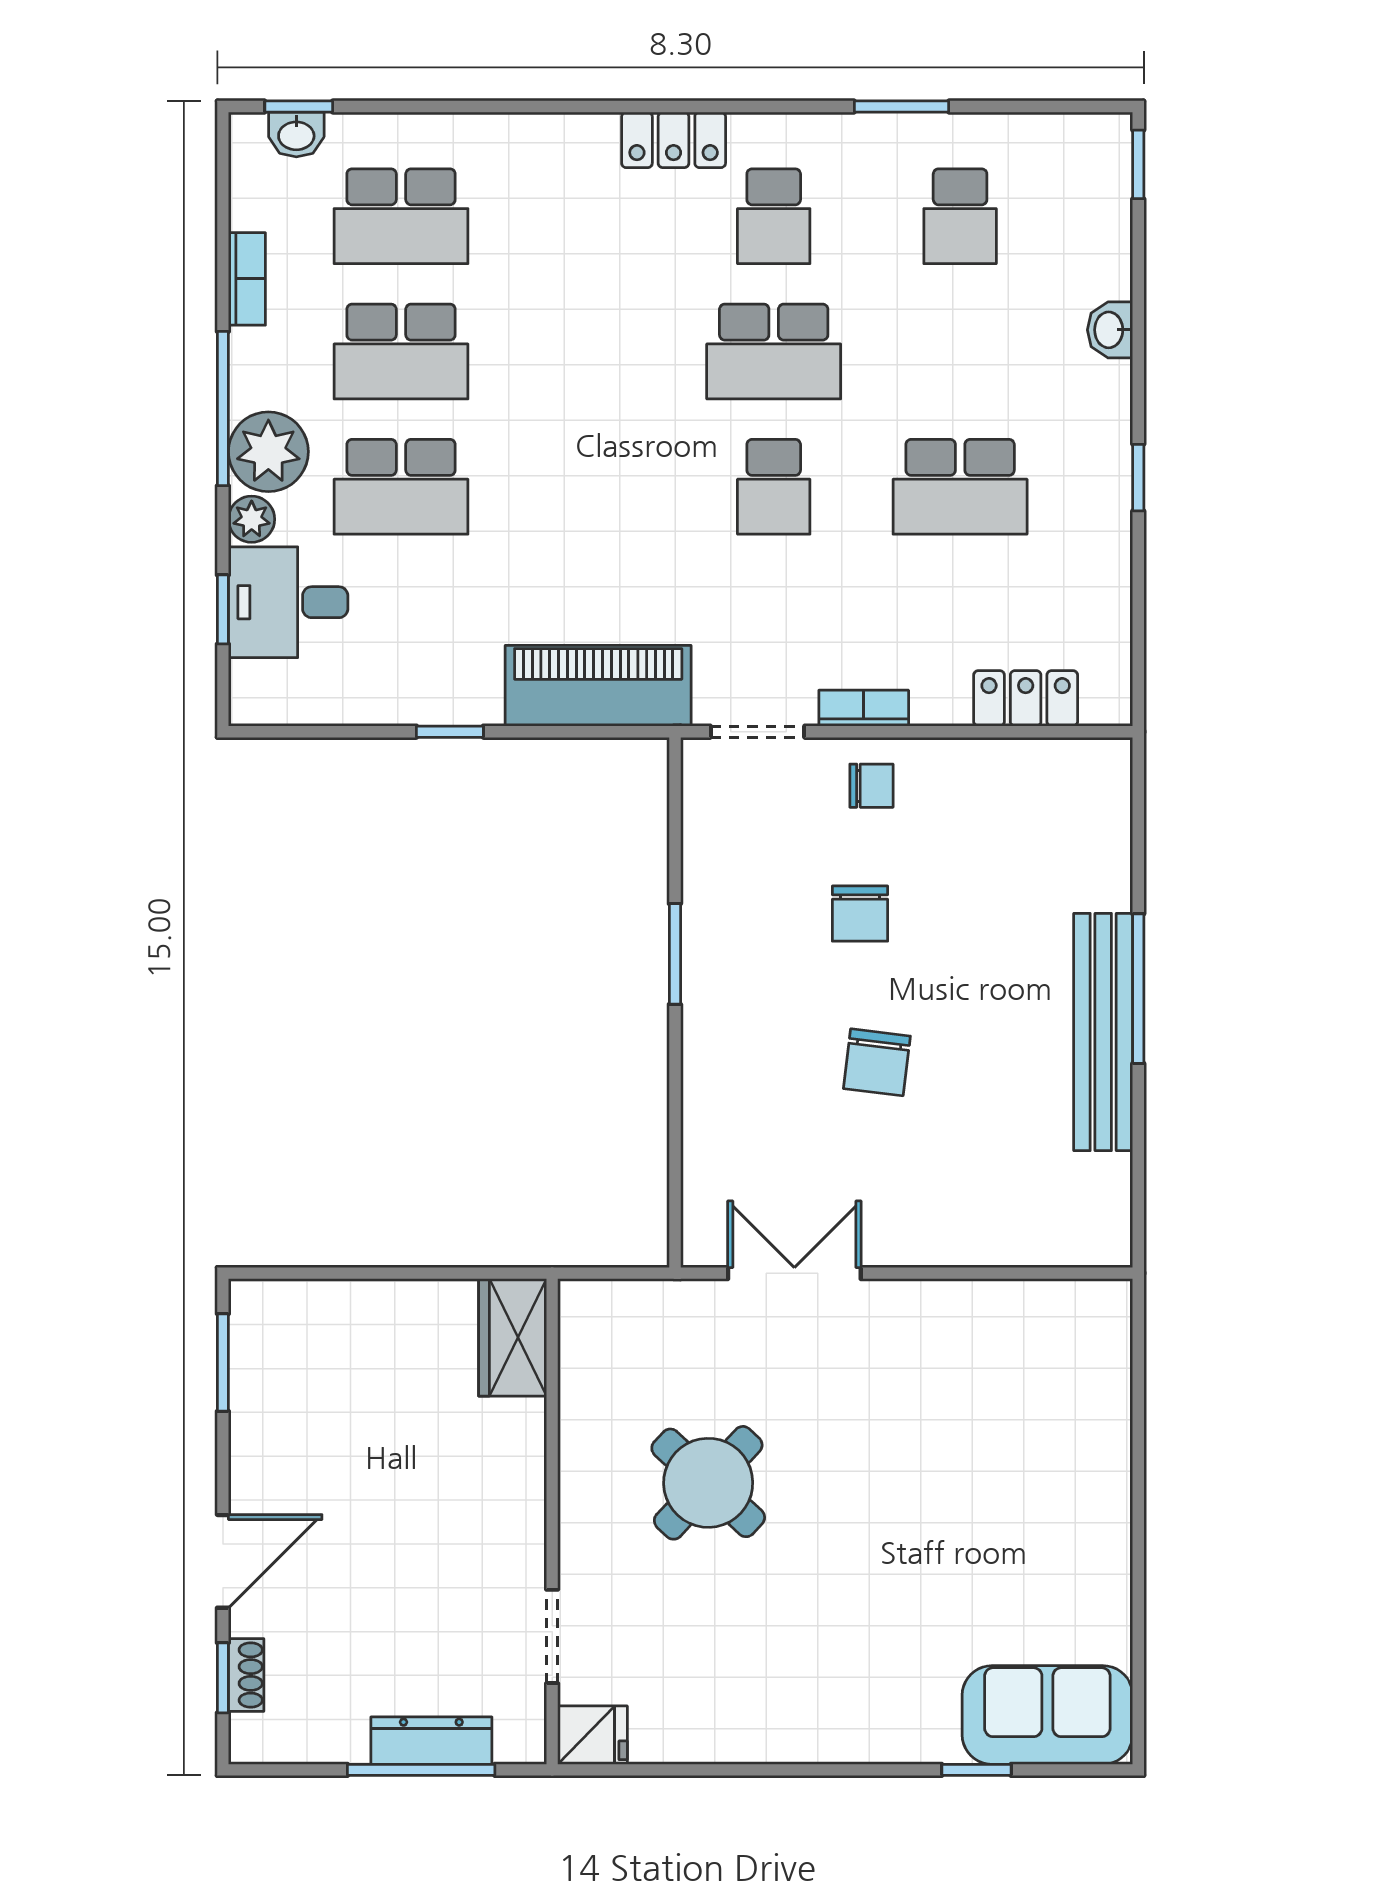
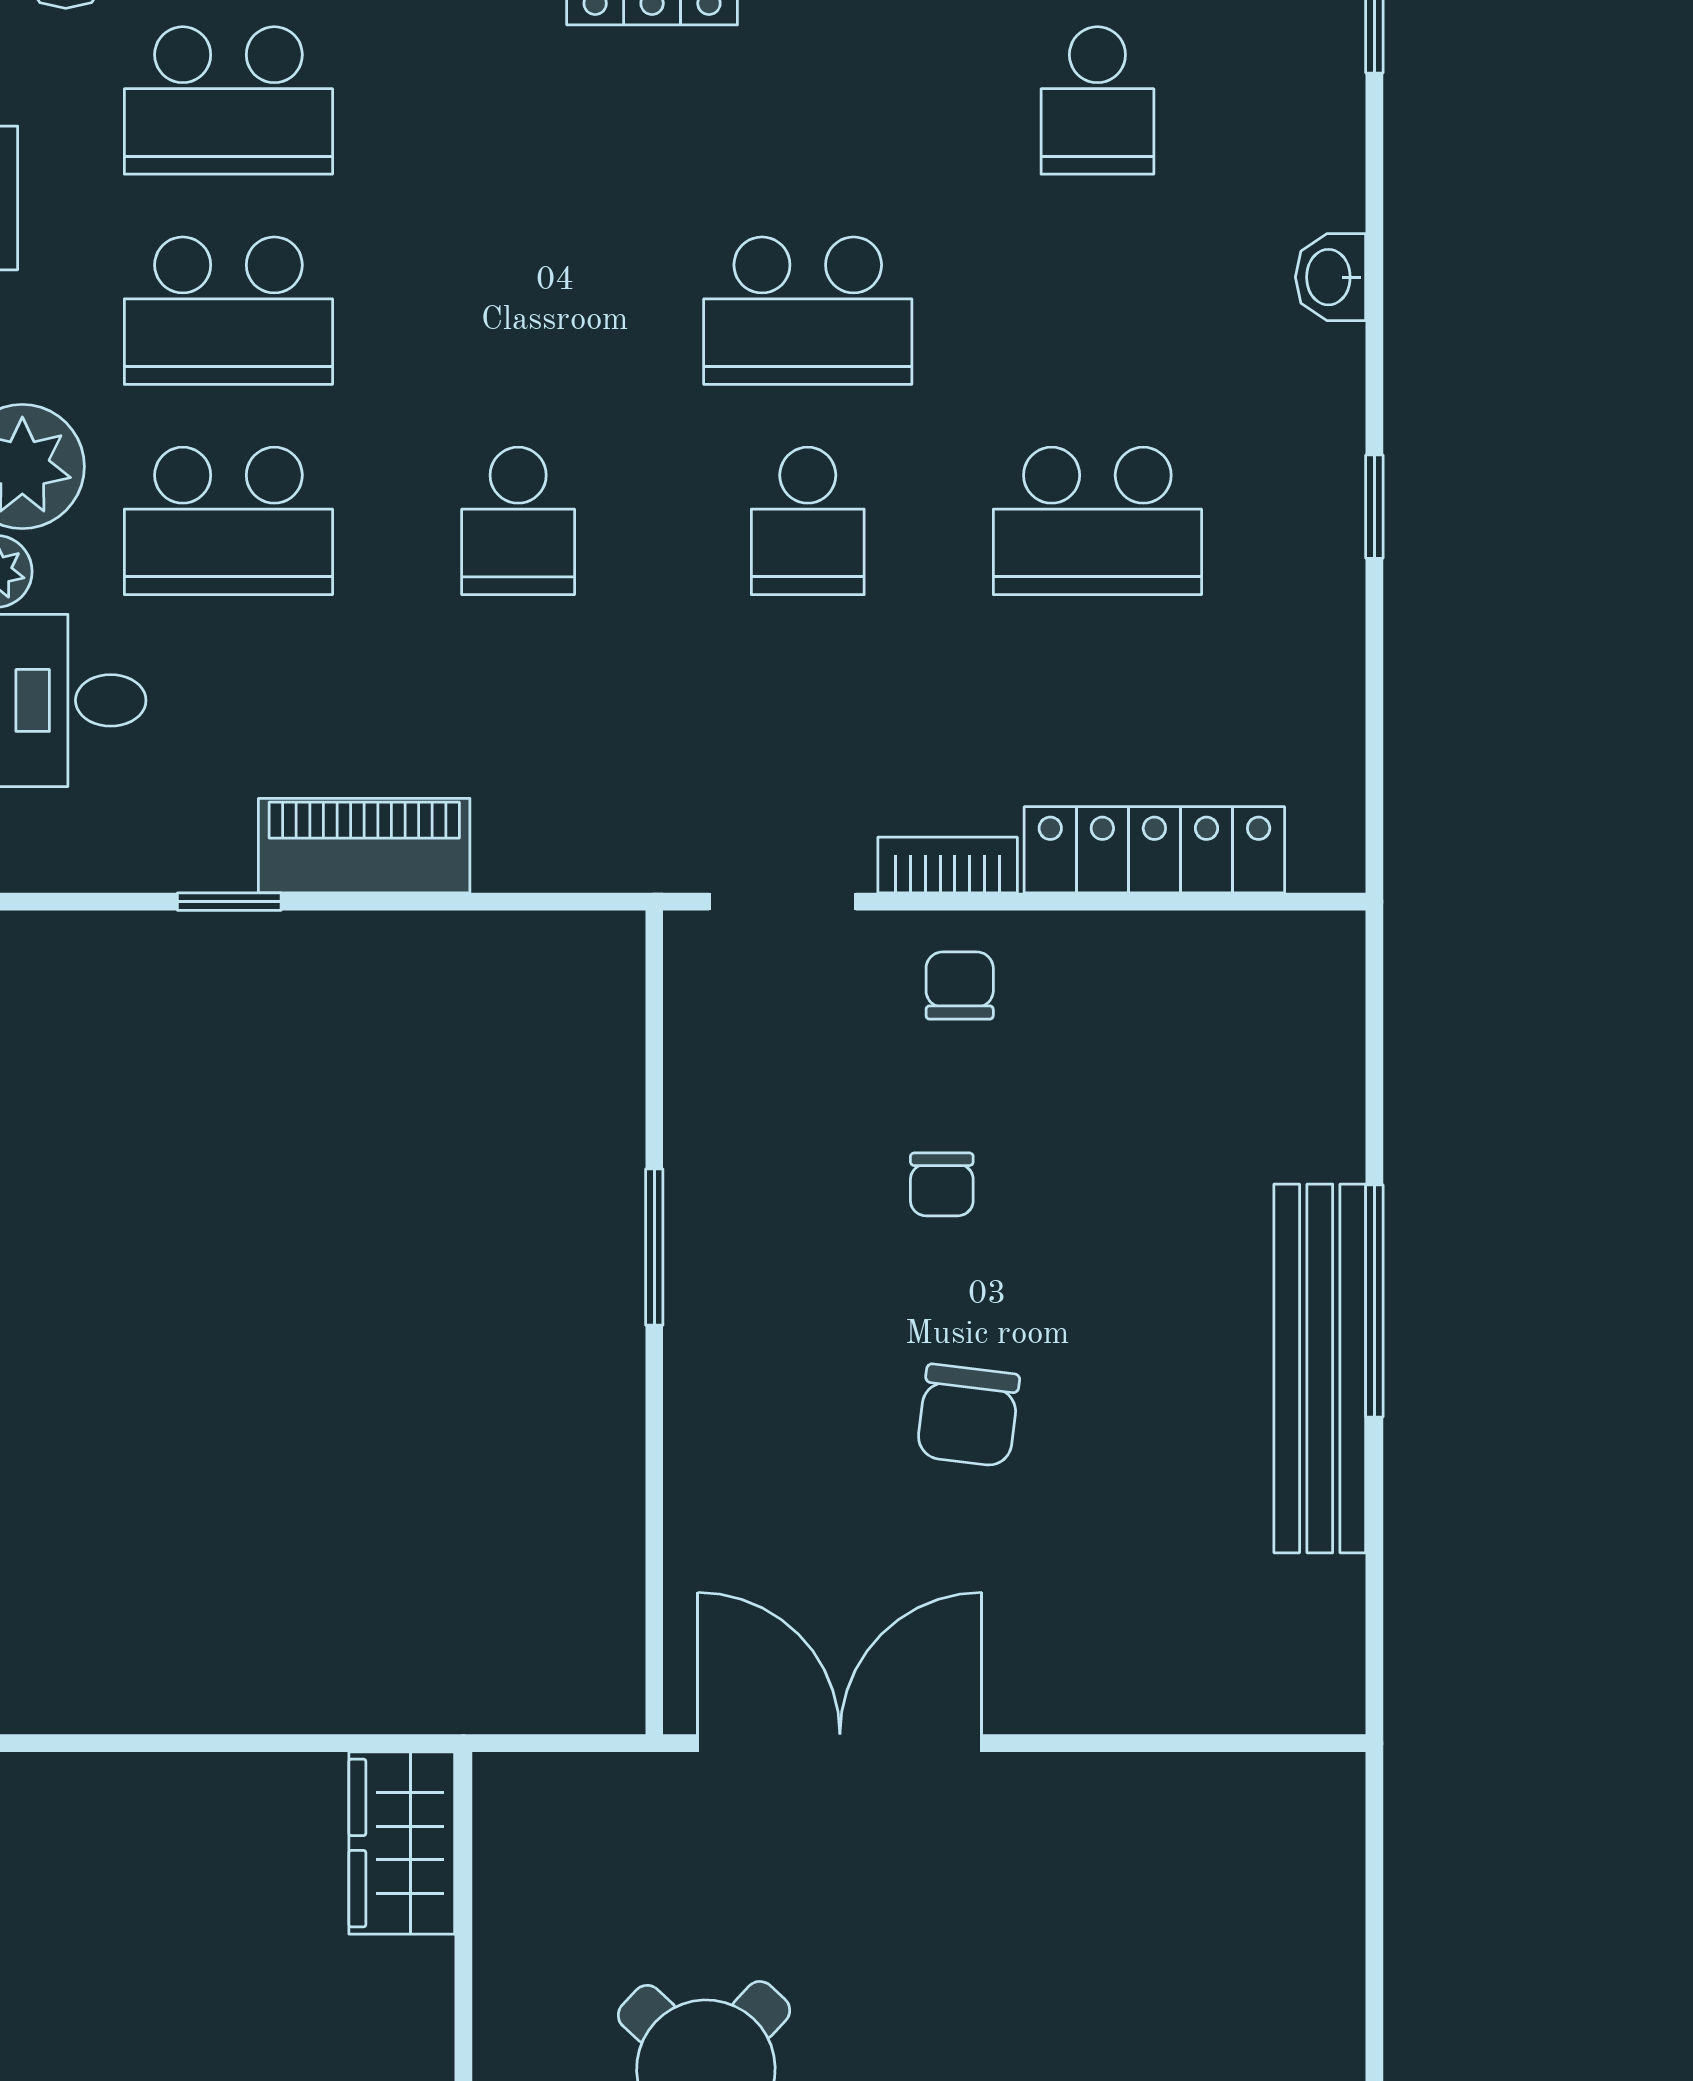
school desk: (774, 216) -> (518, 521), moved
piano: (598, 686) -> (364, 846), moved, width x0.73, depth x0.75
locker: (1026, 698) -> (1154, 850), width x1.53
window: (450, 732) -> (229, 902), moved
chair: (871, 786) -> (960, 986), turned -90
chair: (860, 914) -> (942, 1184), width x0.73, depth x0.73
double door: (794, 1273) -> (840, 1743), width x1.37

